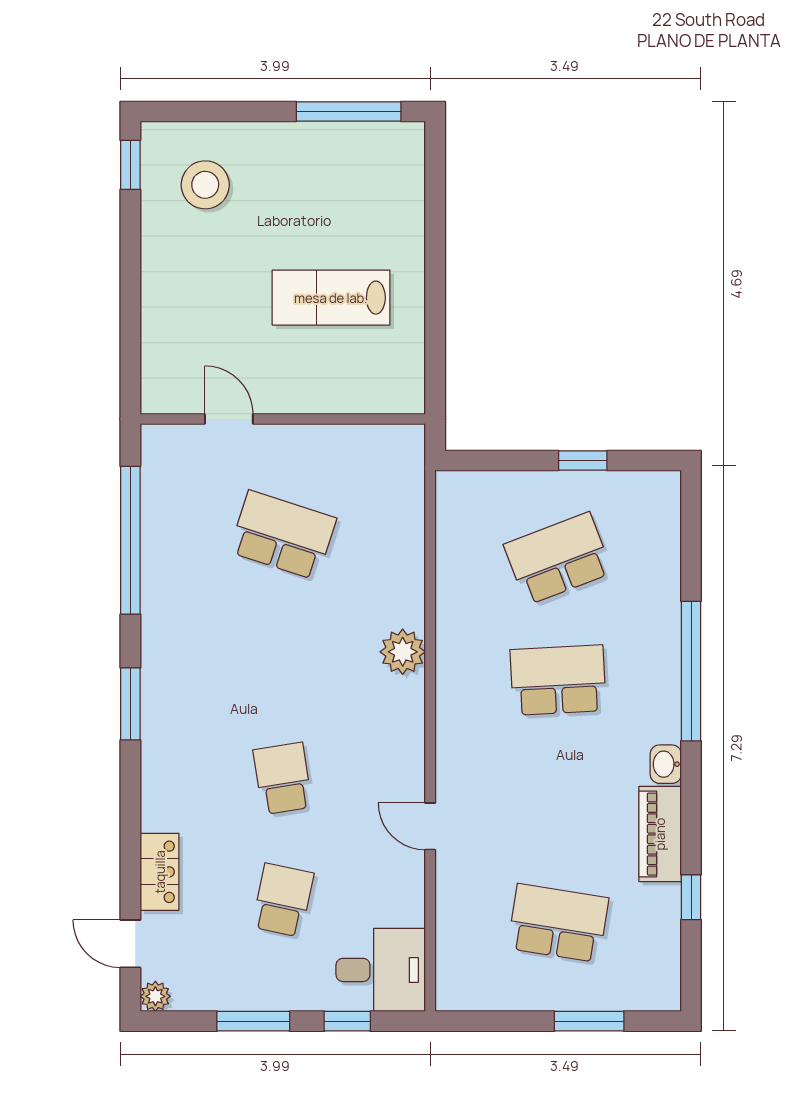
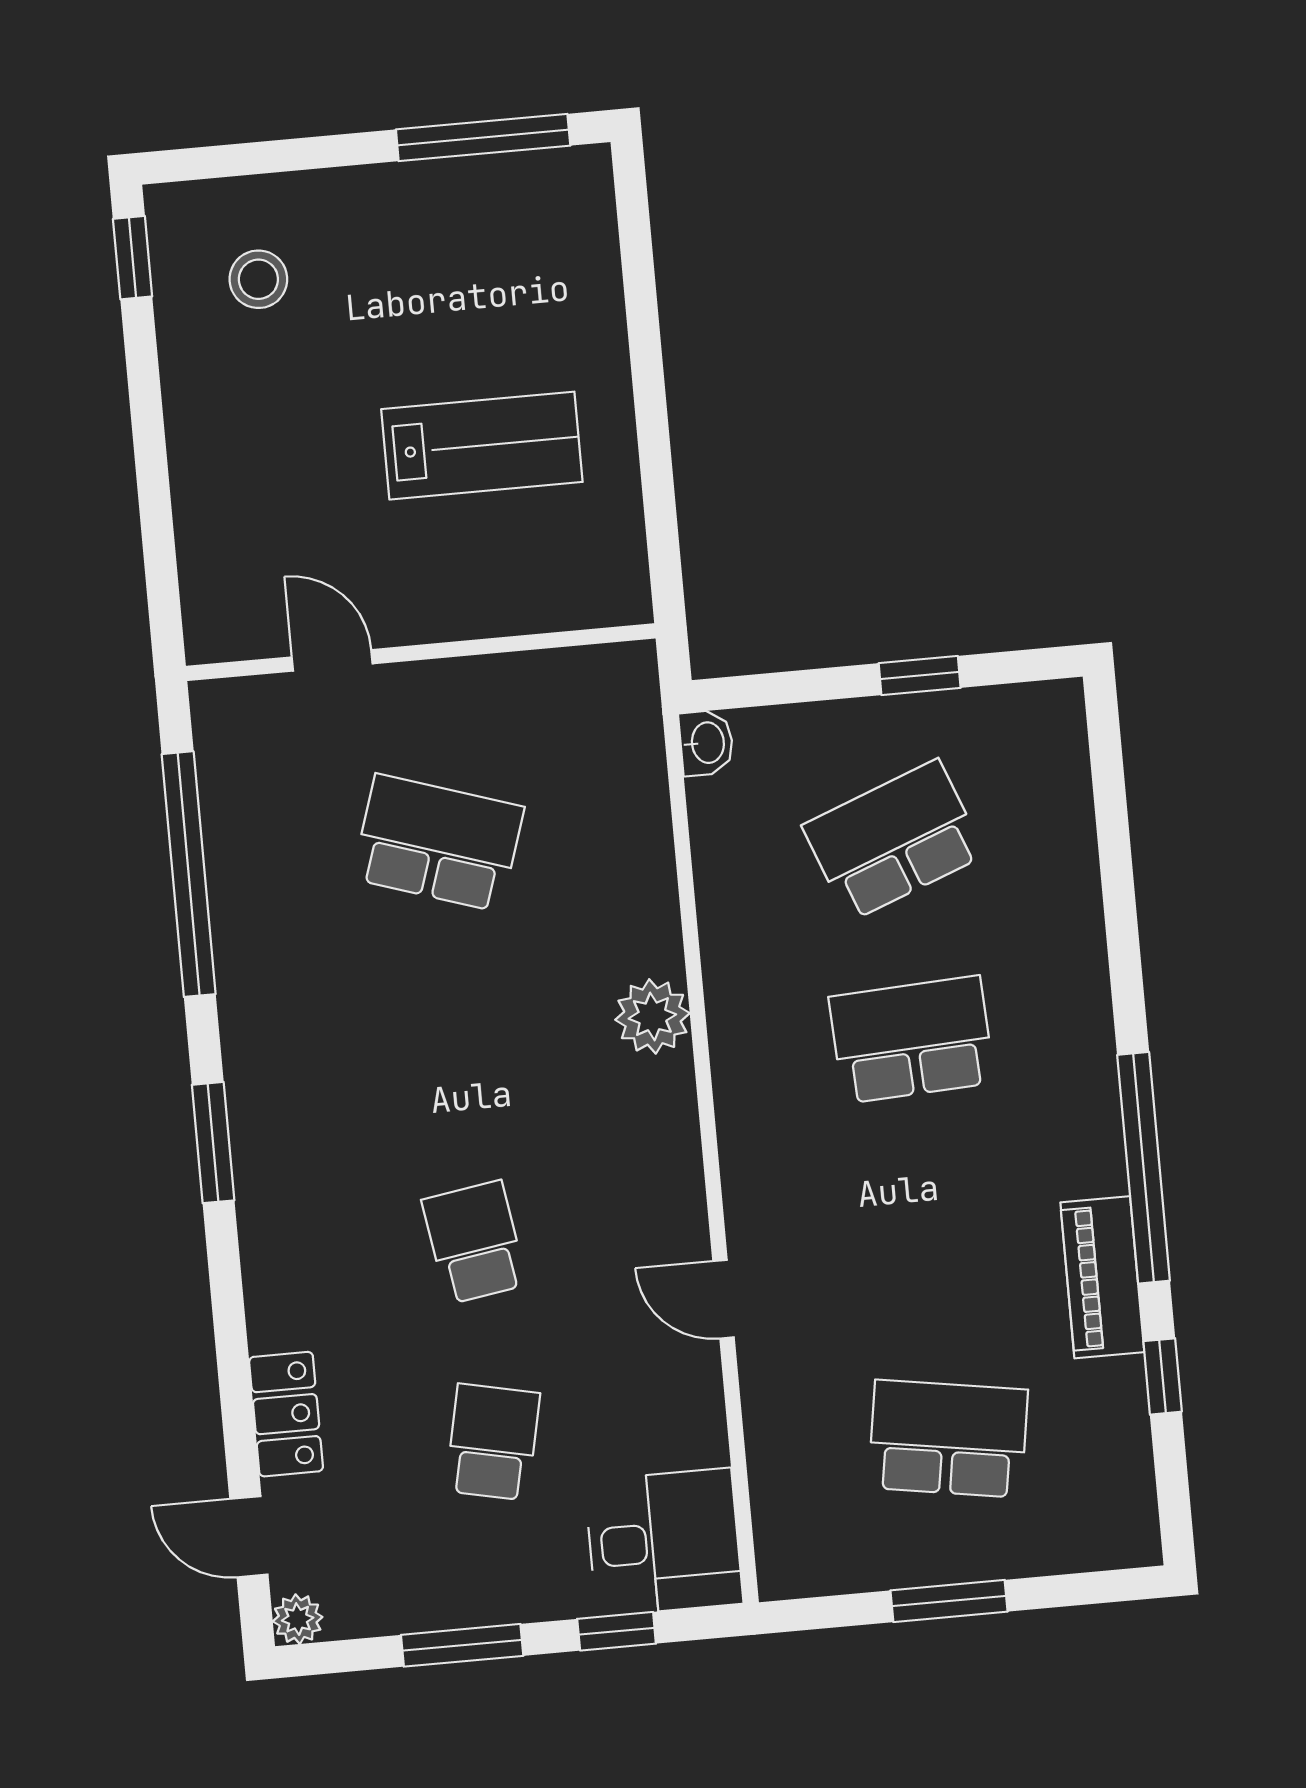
stool: (205, 185) -> (258, 279), width x0.73, depth x0.73
lab bench: (331, 298) -> (482, 446), turned 180
window: (691, 671) -> (1144, 1168), moved
washbasin: (666, 764) -> (706, 743), moved, turned 180
window: (589, 1021) -> (949, 1601), moved

